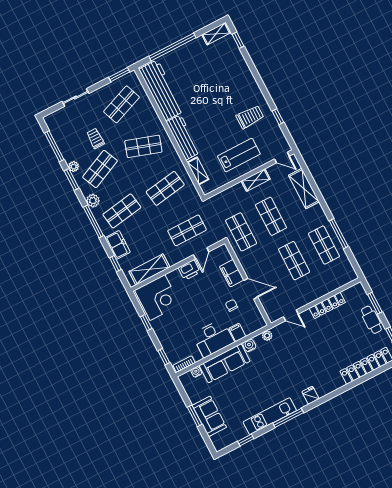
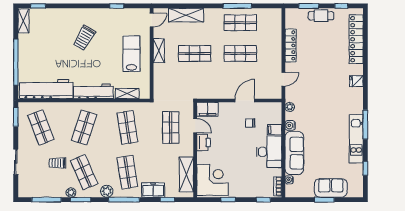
trolley: (250, 117) -> (84, 38), moved, turned -150
shop shelf: (241, 232) -> (195, 84), removed
filing cabinet: (232, 273) -> (208, 109), moved
fridge: (310, 395) -> (356, 81), moved

